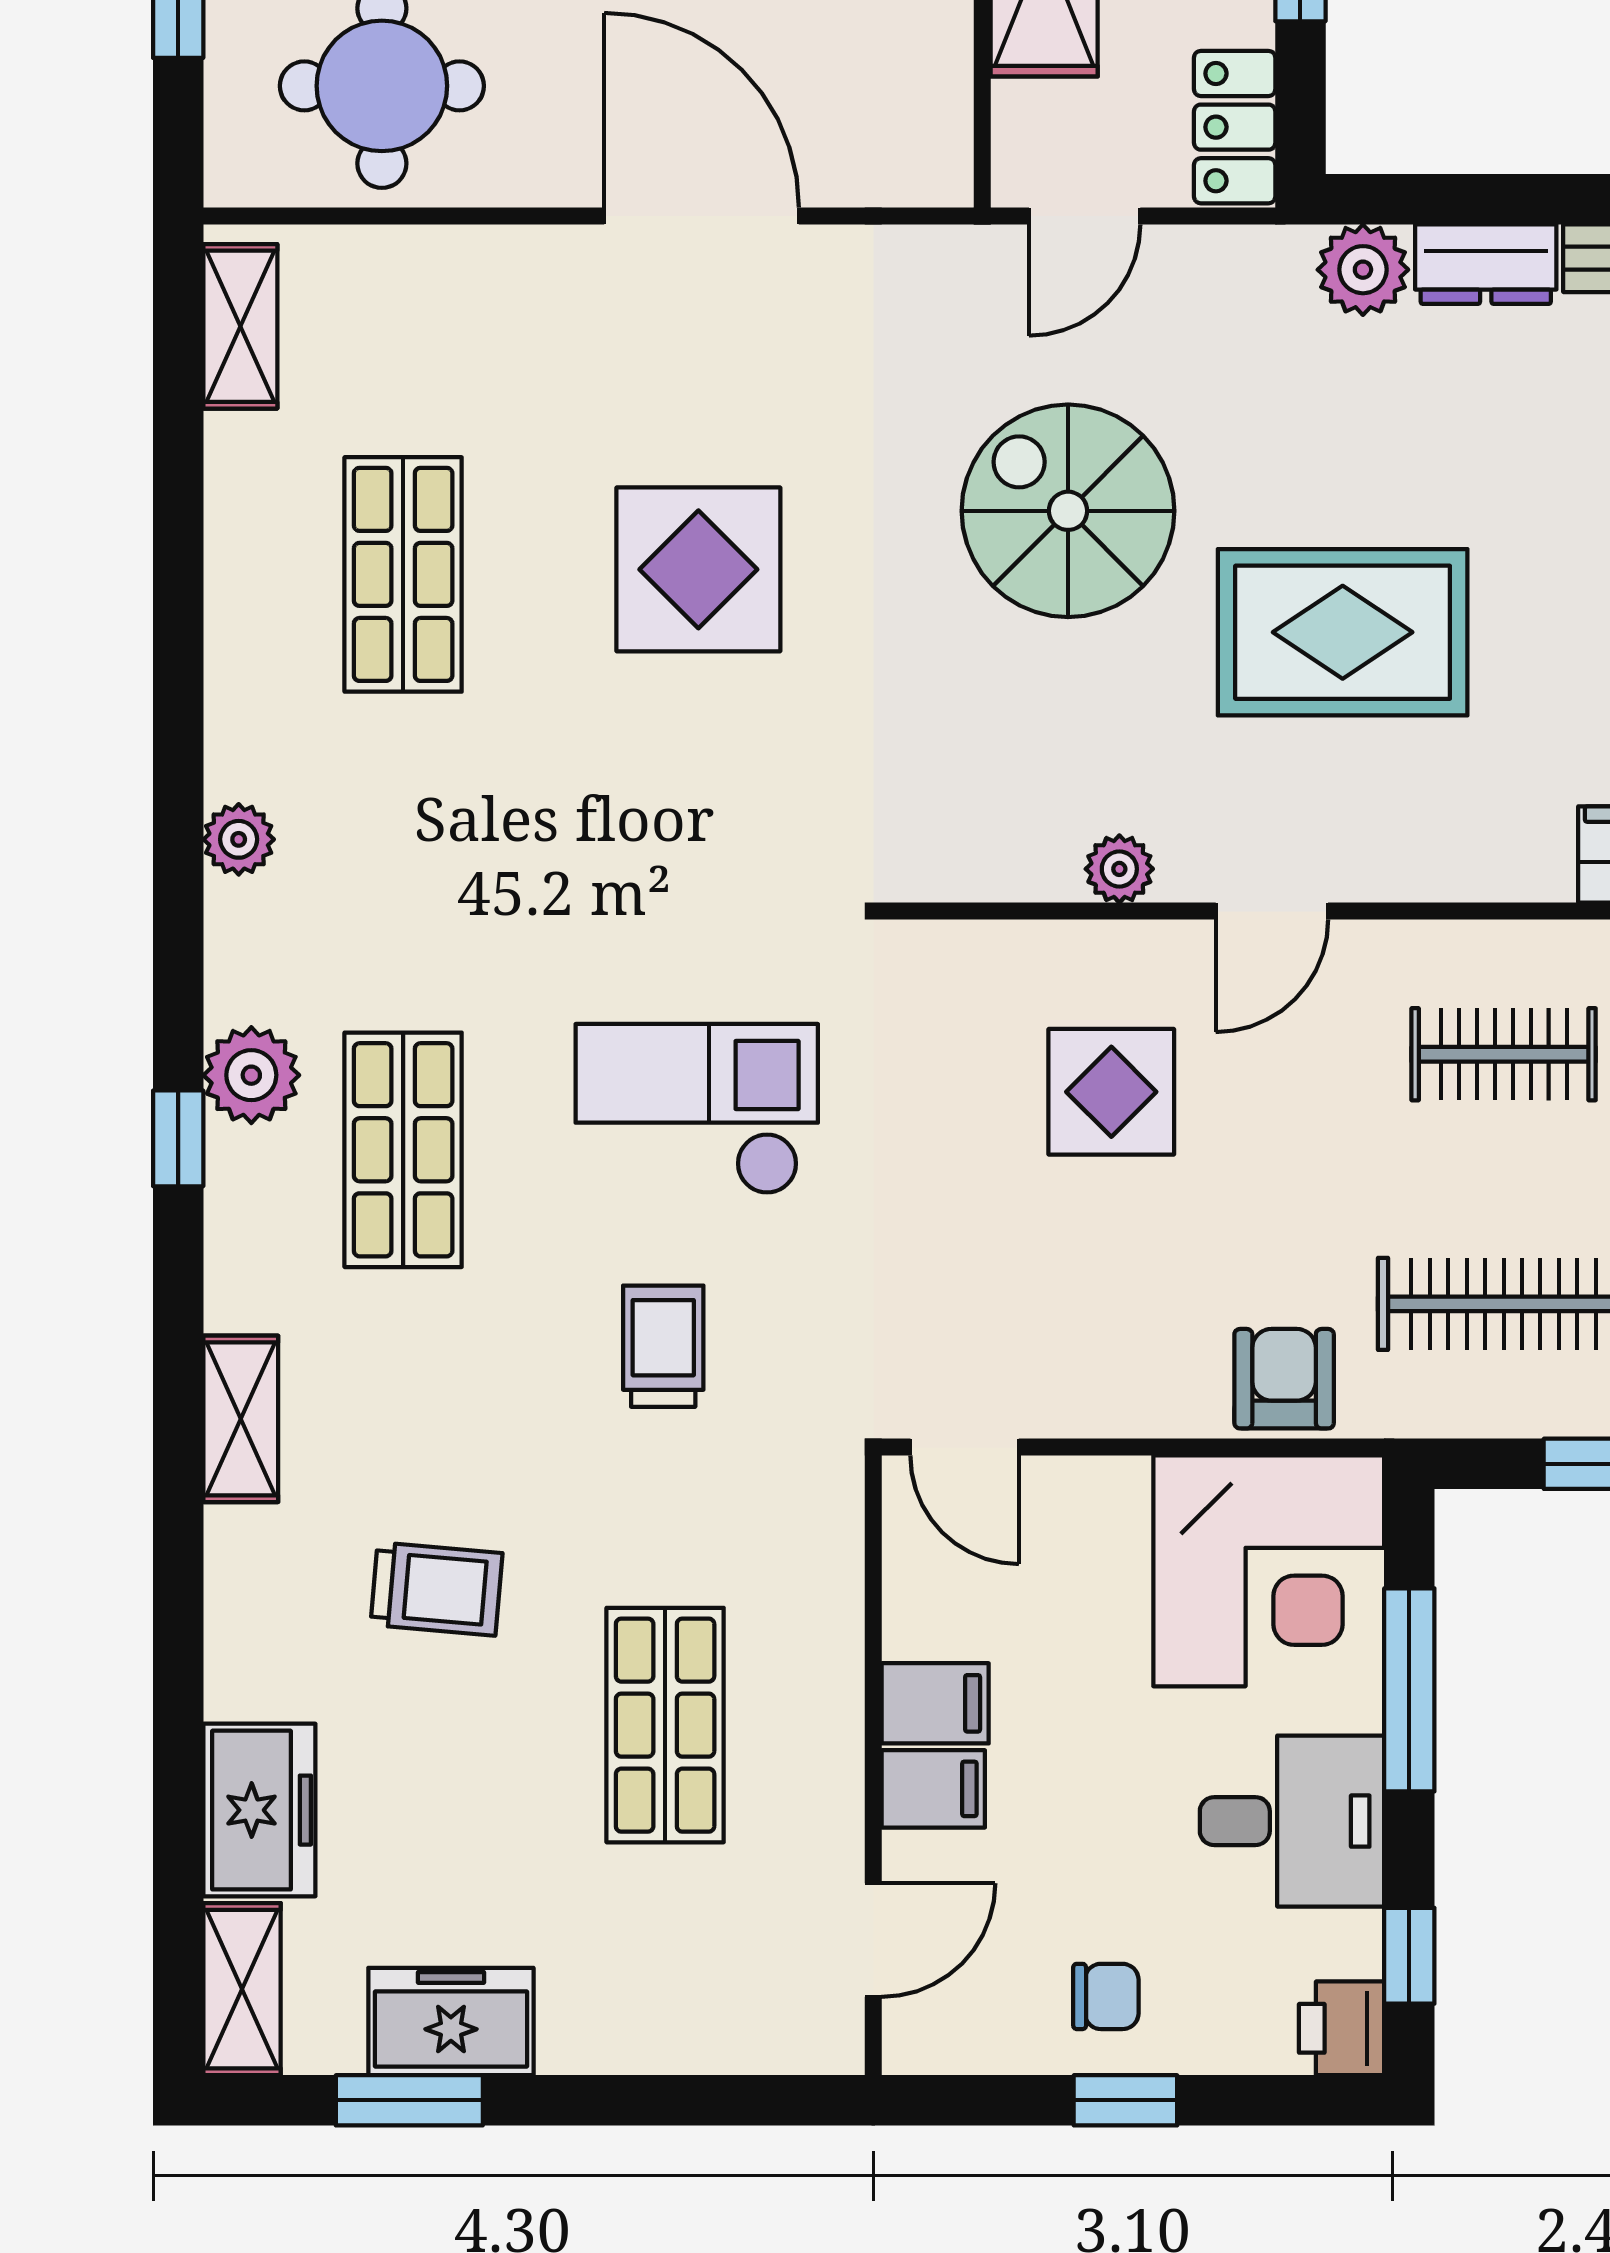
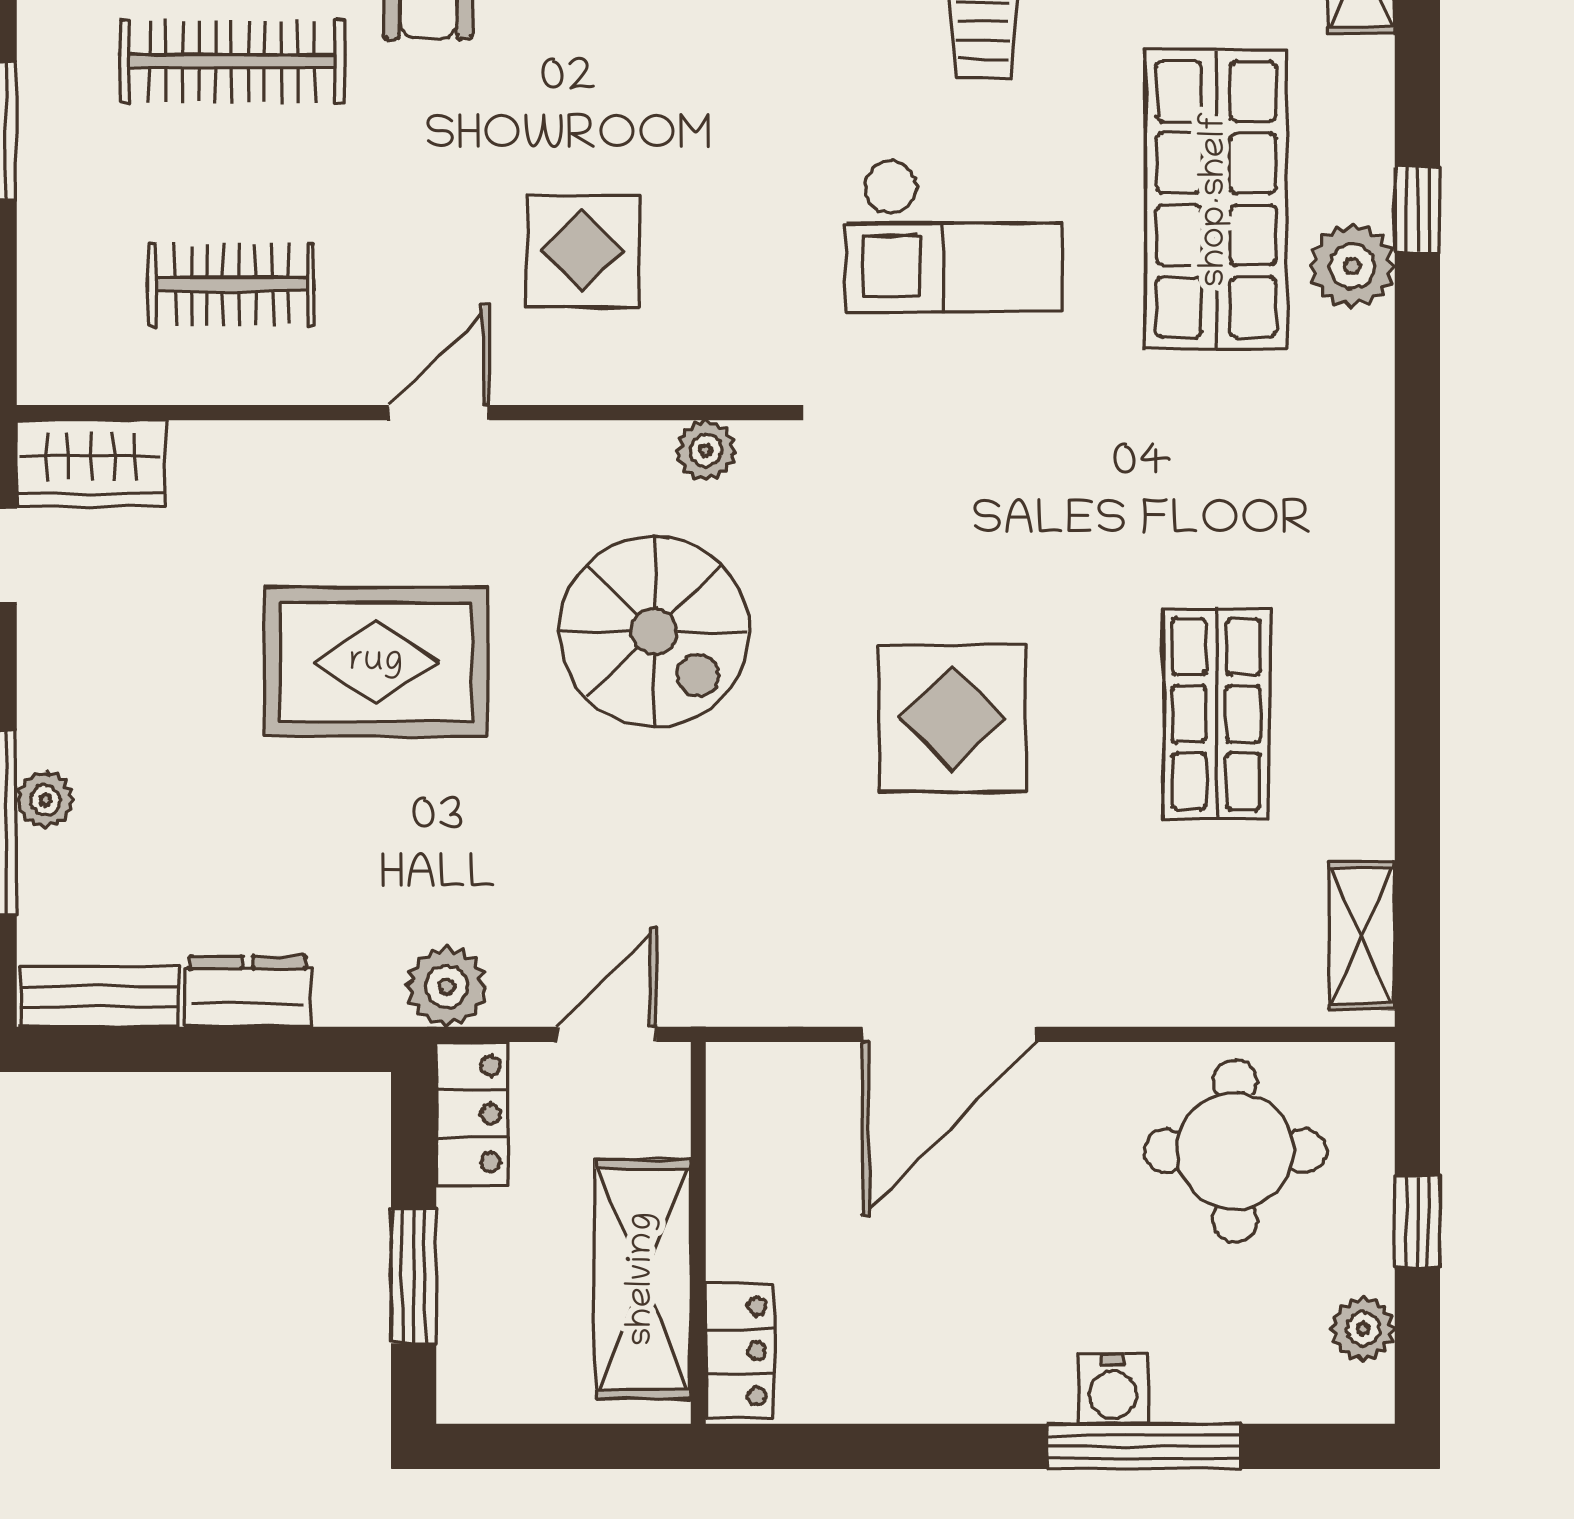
door: (702, 216) -> (949, 1034), hinge flipped
plant: (1363, 270) -> (447, 986), moved
spiral stairs: (1068, 511) -> (654, 632), moved
plant: (239, 839) -> (1363, 477), removed
plant: (1119, 869) -> (706, 450), moved
shop shelf: (403, 1150) -> (1216, 199), width x1.43, depth x1.36

